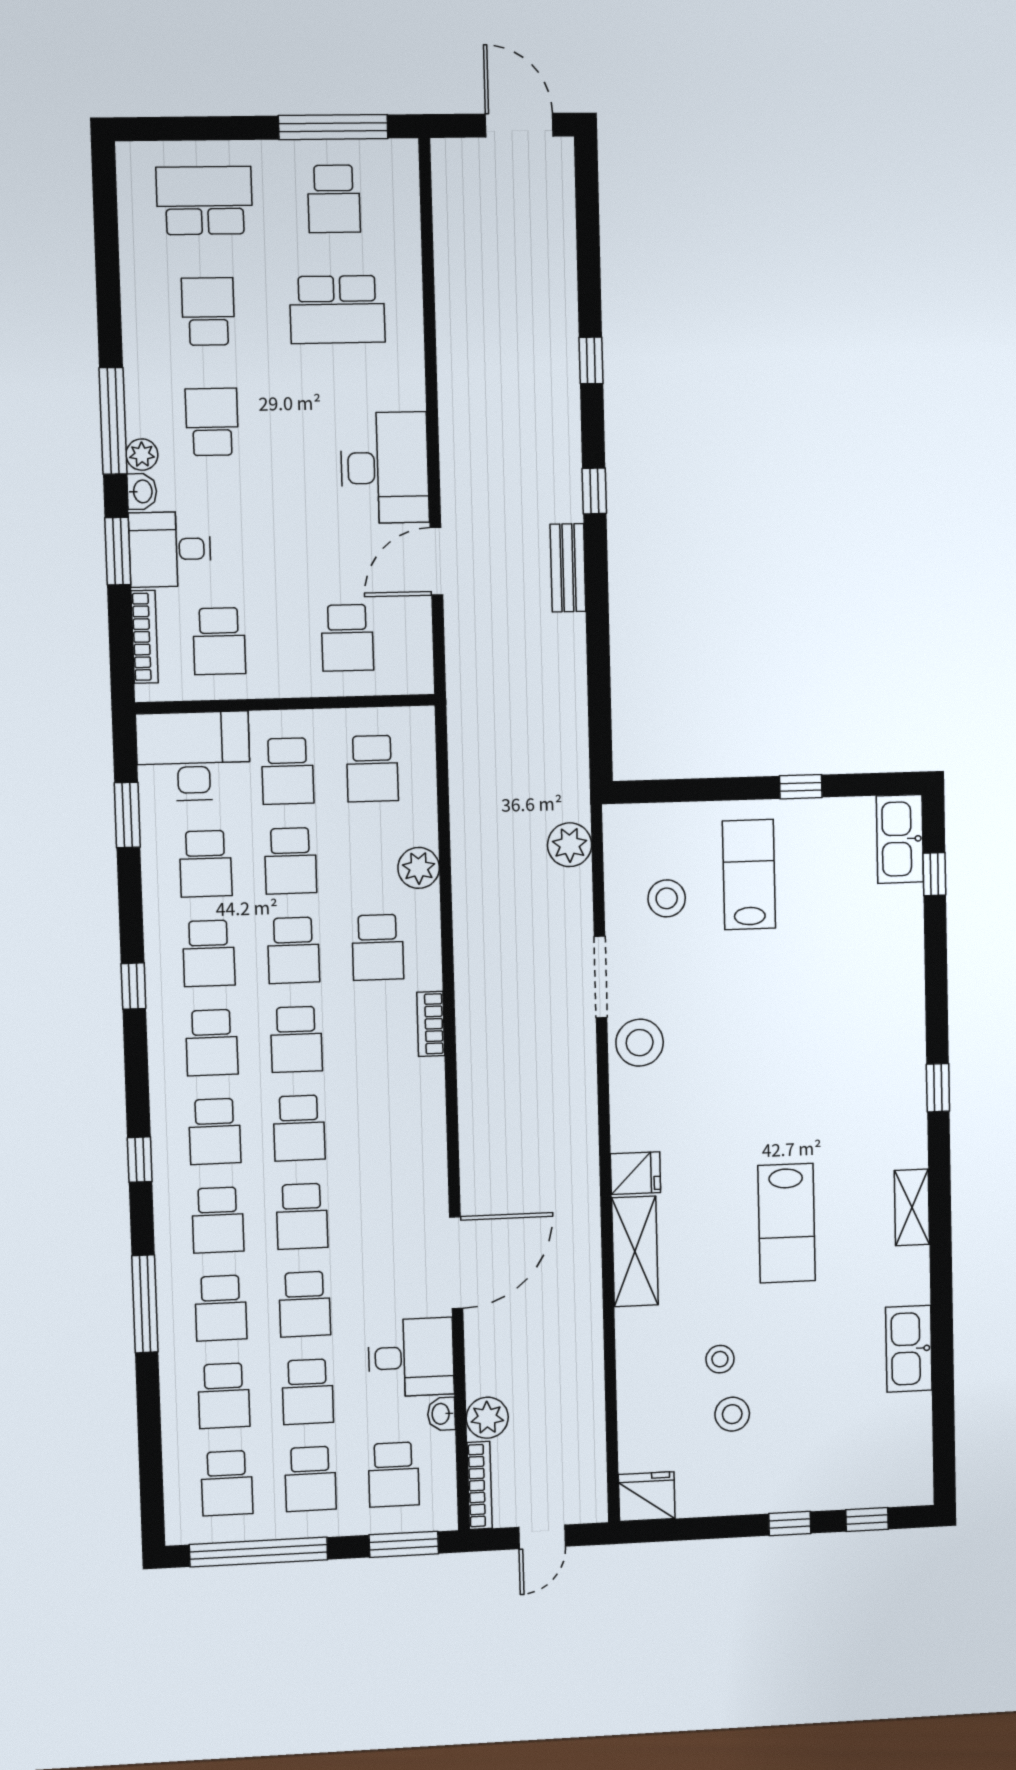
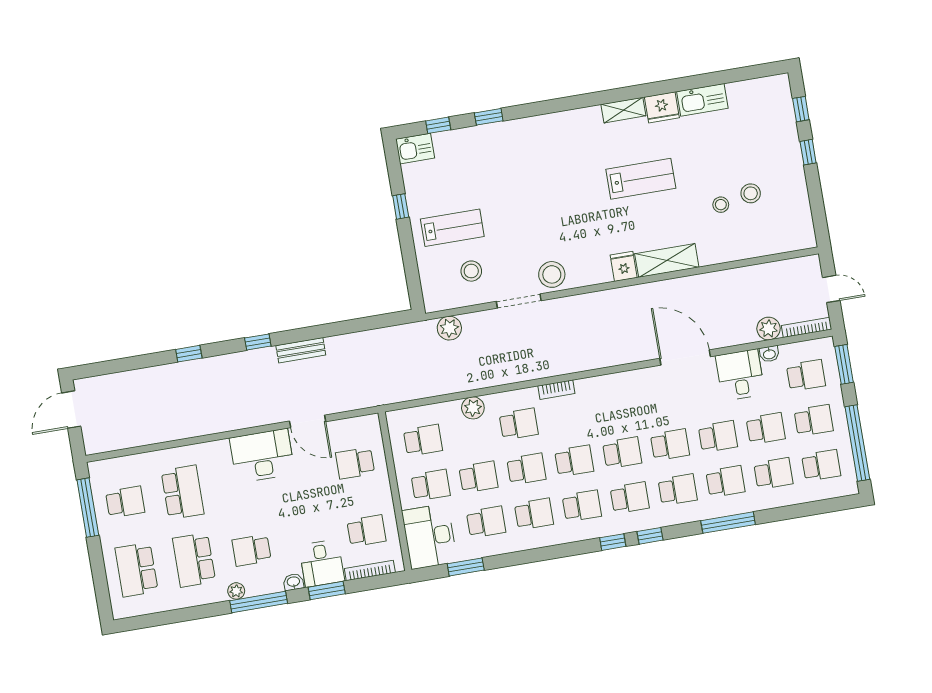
school desk: (208, 312) -> (194, 560), width x1.85
plant: (142, 455) -> (236, 591), moved
school desk: (347, 638) -> (355, 463), turned 180
kitchen sink: (900, 839) -> (415, 149), width x0.73
lab bench: (749, 875) -> (452, 228), turned 180
window: (133, 986) -> (613, 542), moved
window: (938, 1088) -> (489, 117), moved
fridge: (647, 1497) -> (662, 107), moved, turned -90

